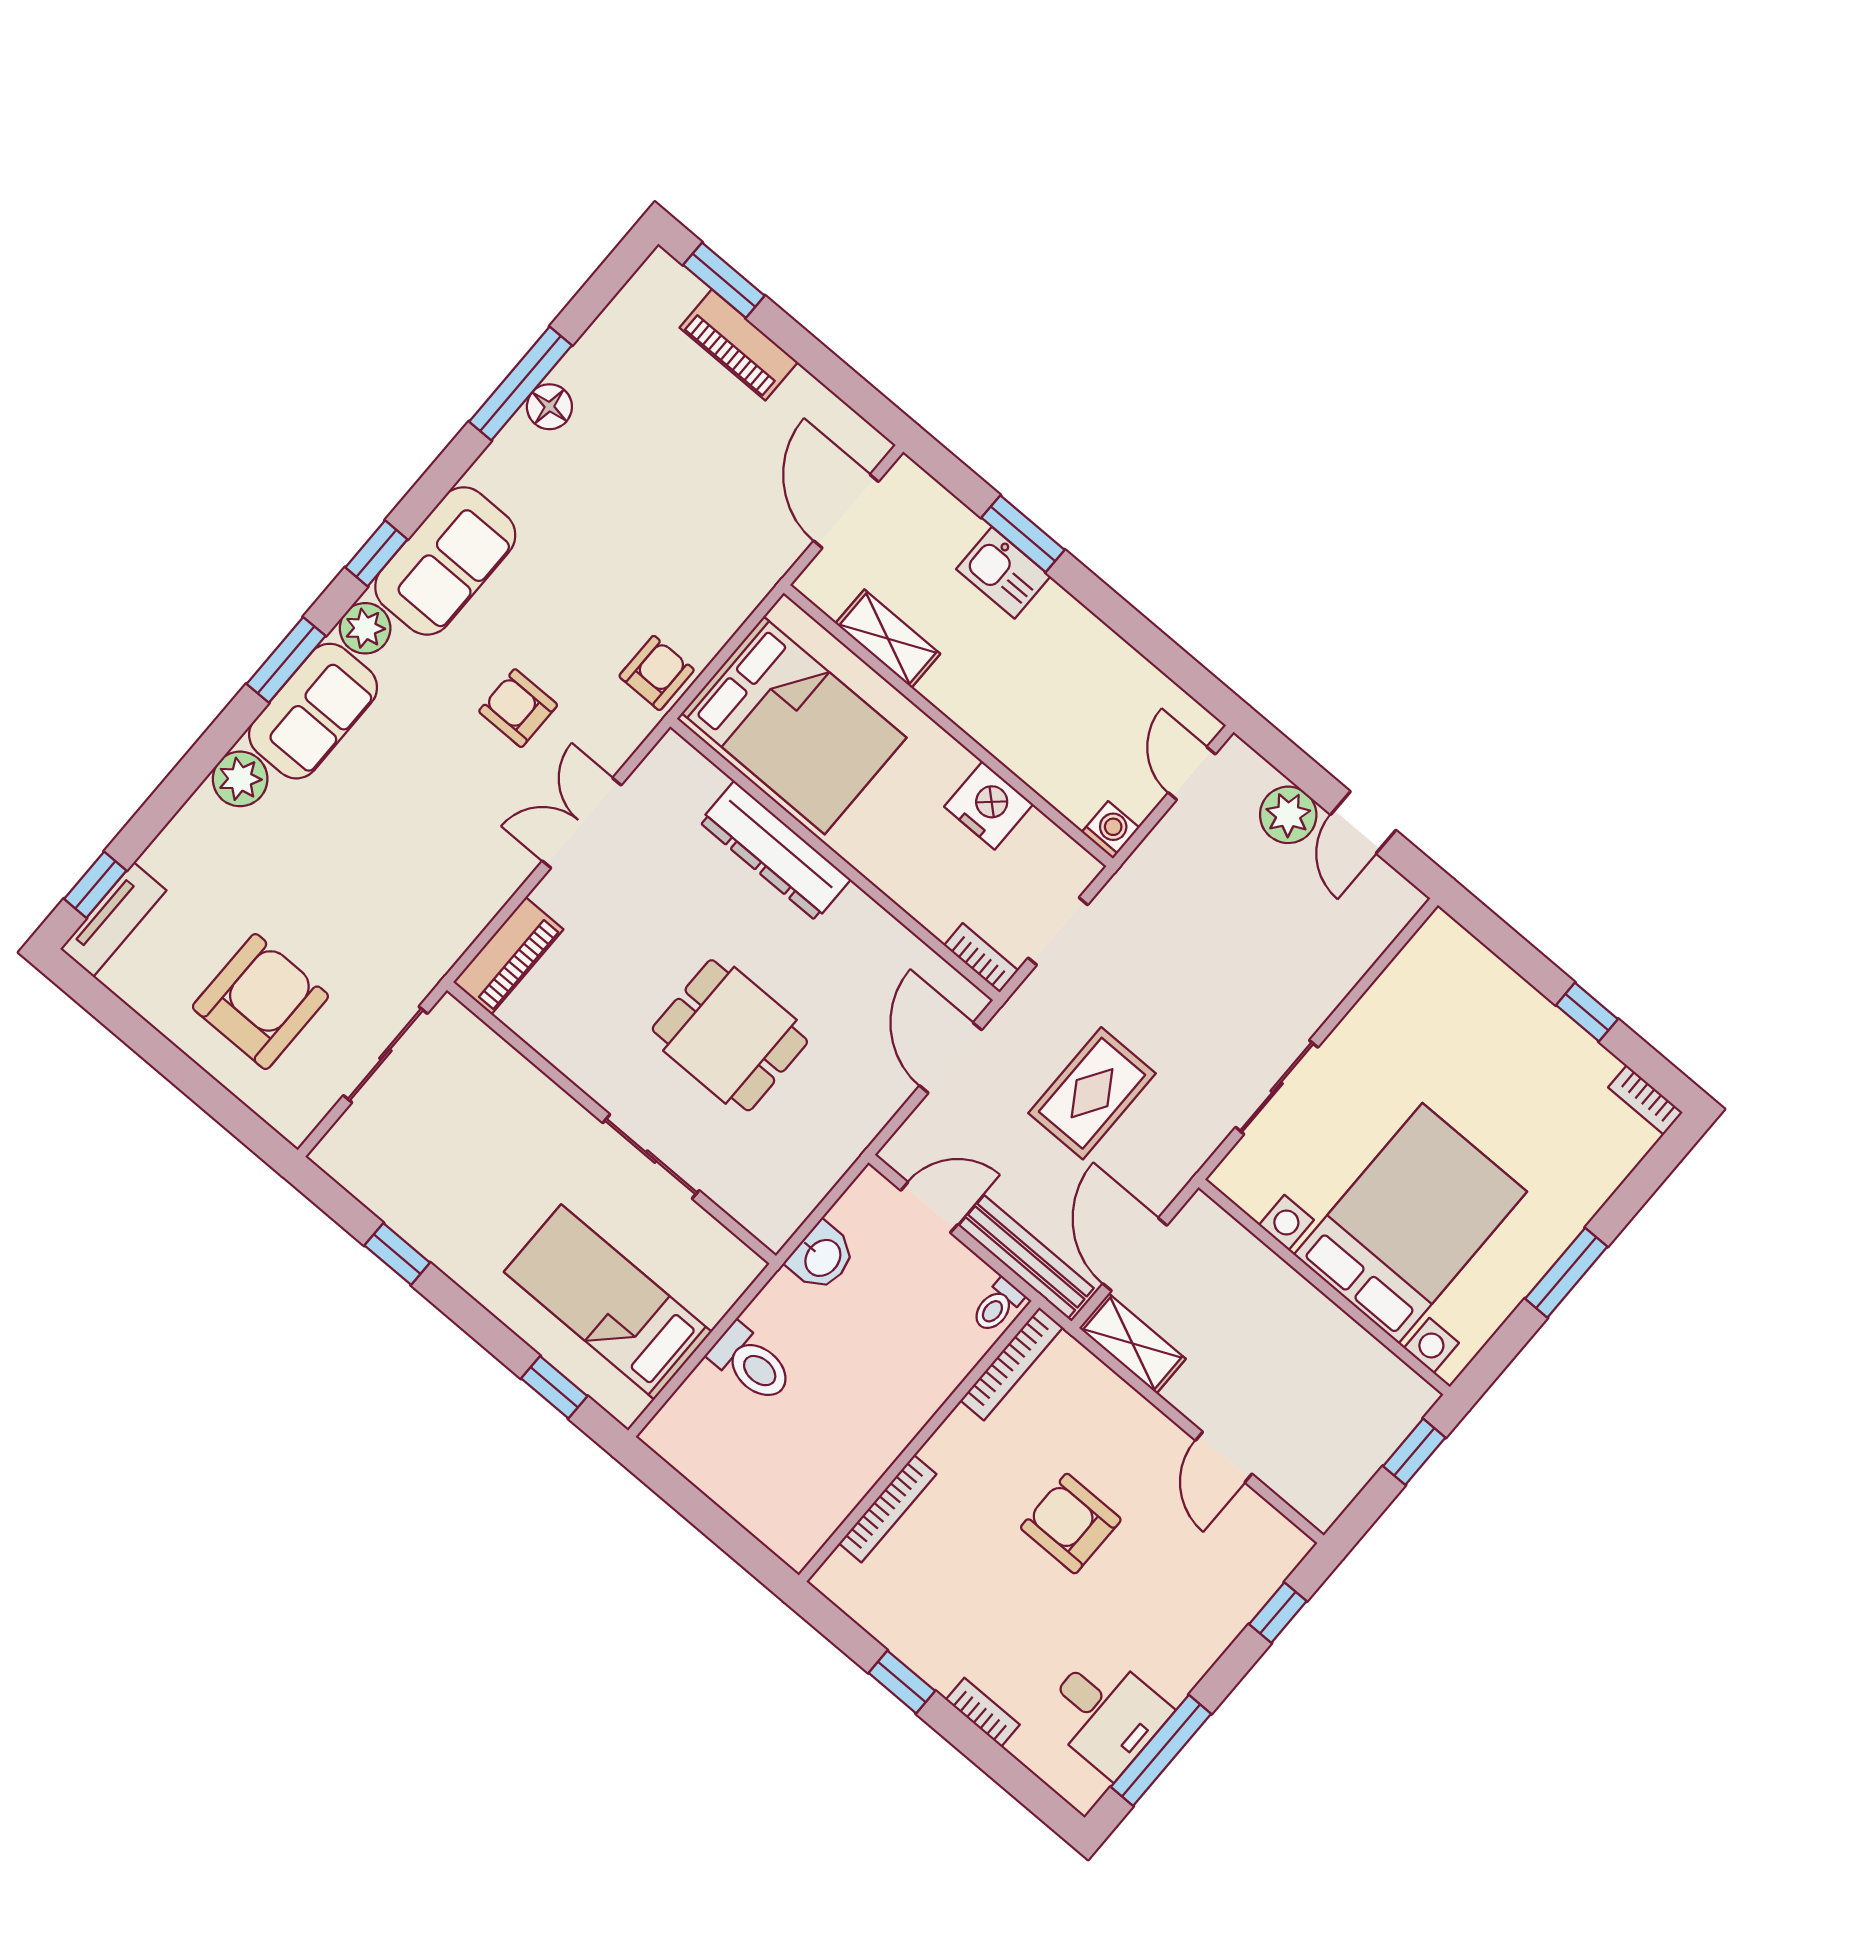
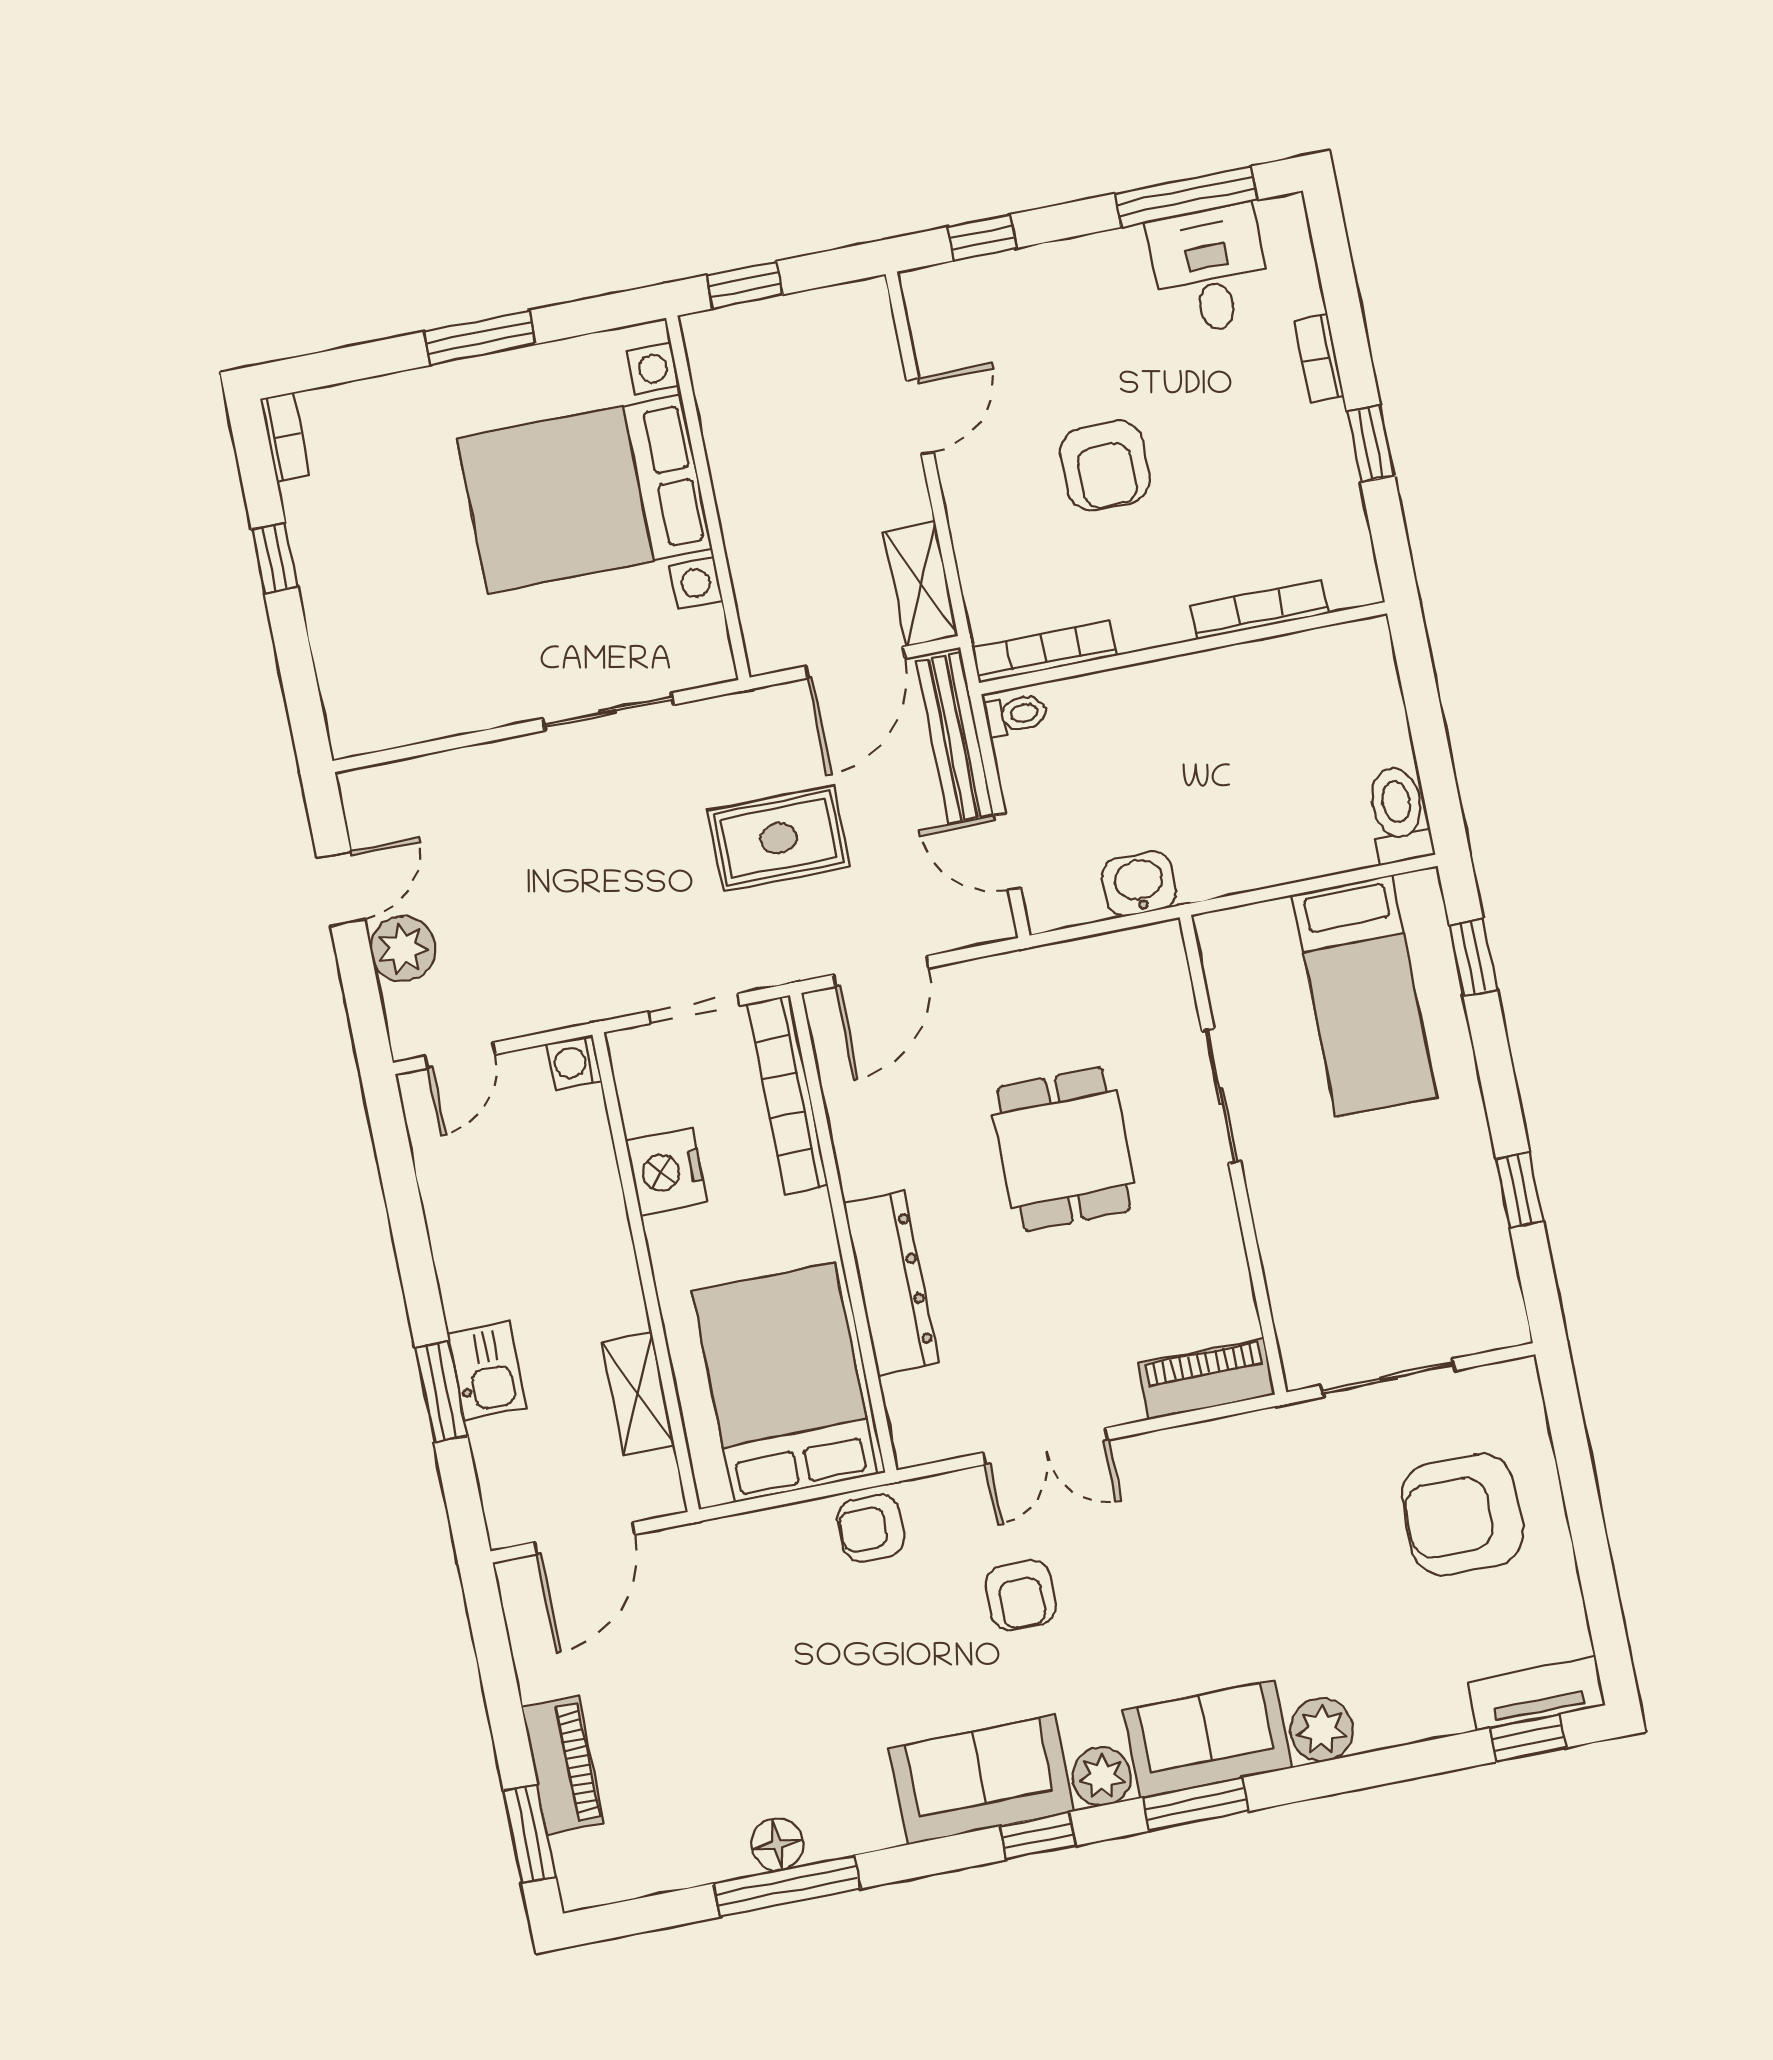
bookcase: (981, 958) -> (788, 1095), width x2.31, depth x1.31
toilet: (751, 1363) -> (1399, 815), moved

